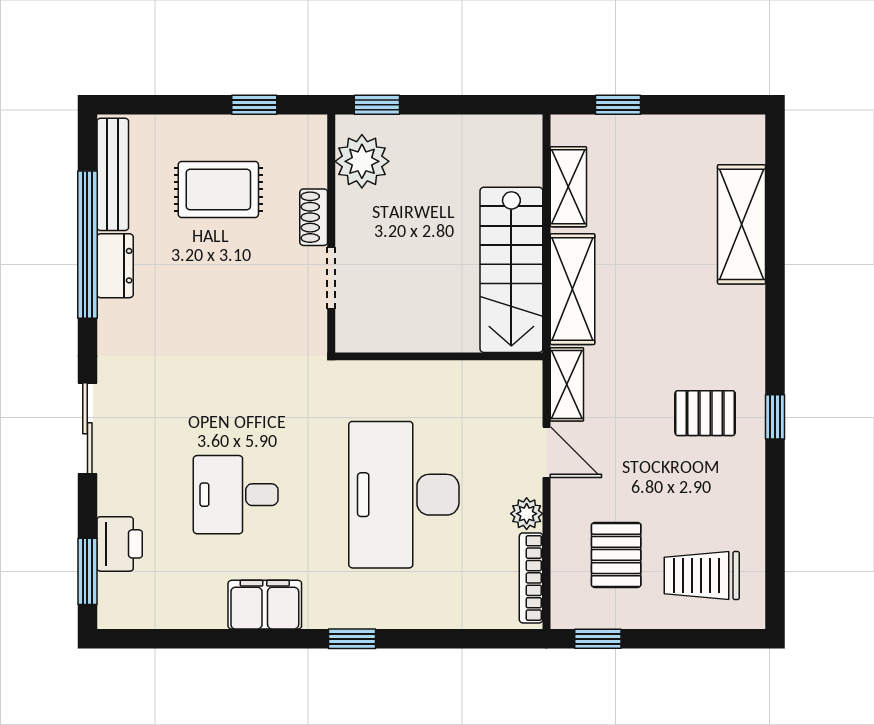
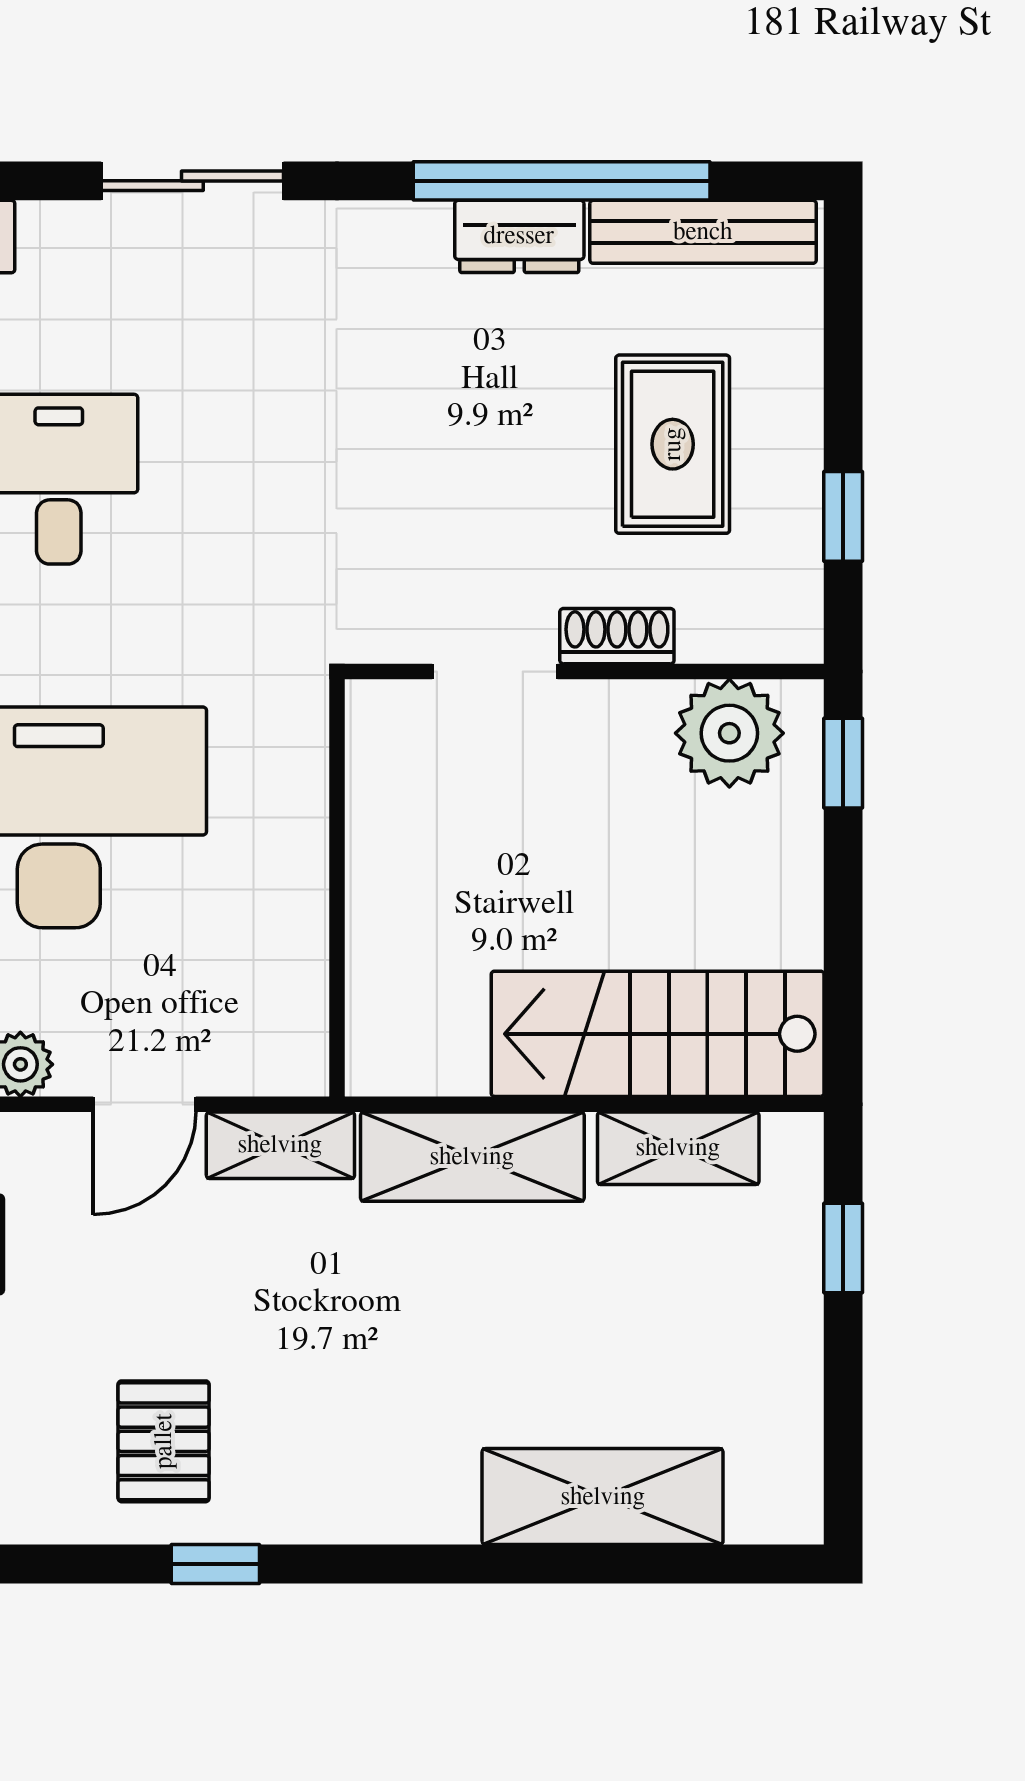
stairs: (511, 270) -> (658, 1034), moved
pallet: (705, 413) -> (164, 1441), moved

